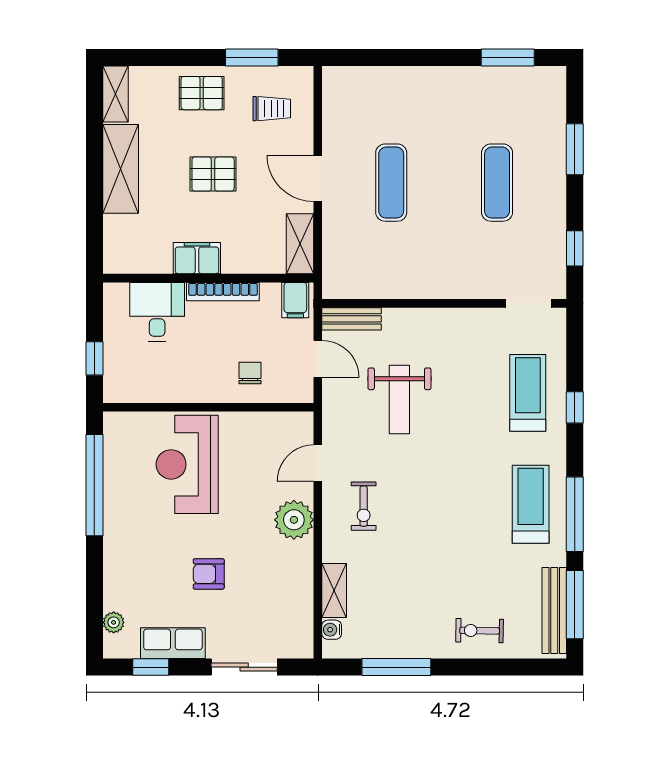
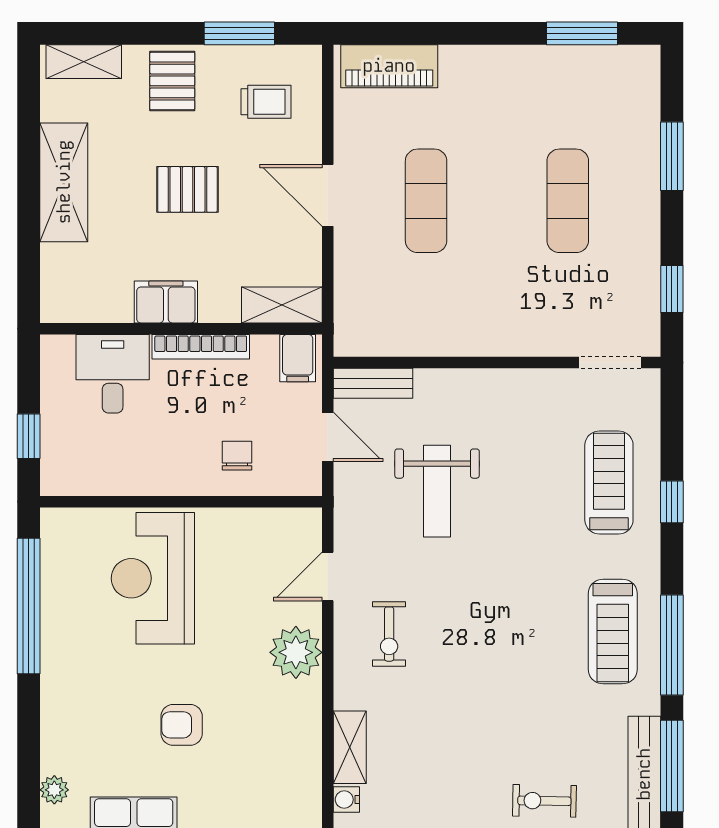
piano: (364, 82) -> (389, 66), added
pallet: (202, 93) -> (172, 81), turned 90
shelving: (116, 94) -> (84, 62), moved, turned 90
shelving: (300, 244) -> (282, 305), moved, turned 90
treadmill: (531, 504) -> (613, 631), turned 180

